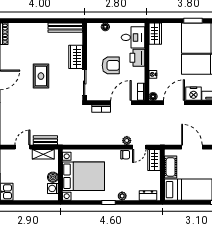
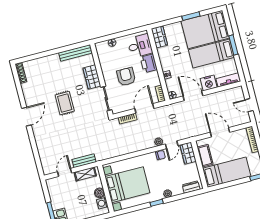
armchair: (111, 65) -> (126, 77), turned -90
door: (174, 103) -> (193, 96), hinge flipped

